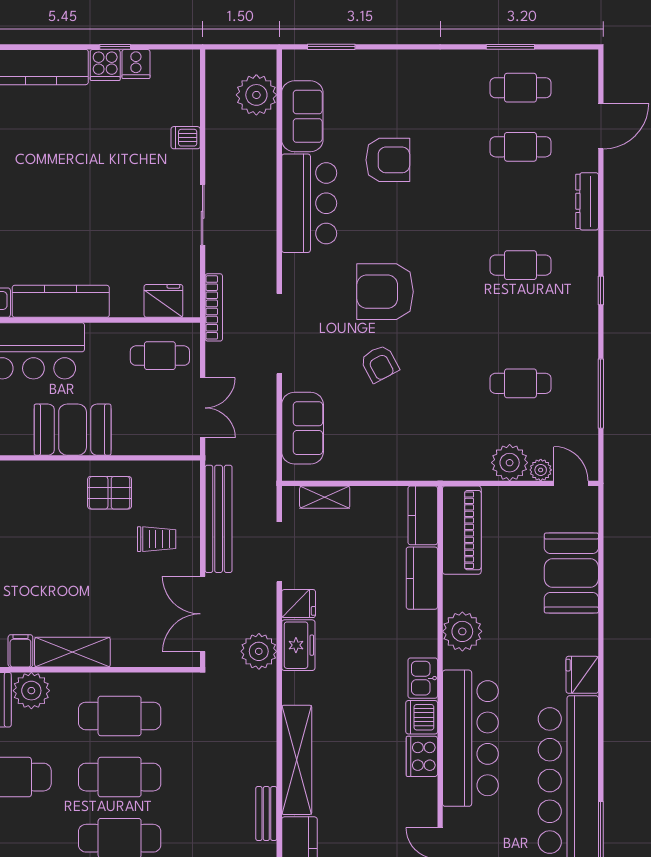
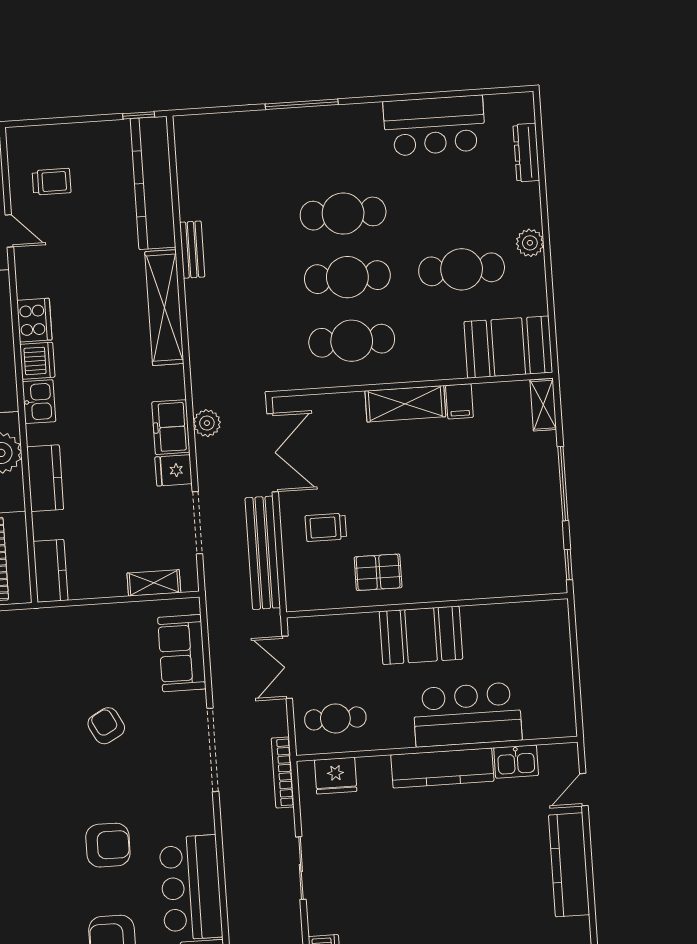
armchair: (385, 292) -> (108, 845), moved, width x0.73, depth x0.73
kitchen counter: (422, 578) -> (45, 478), moved
plant: (259, 651) -> (207, 423), width x0.73, depth x0.73
plant: (31, 691) -> (445, 361), removed

